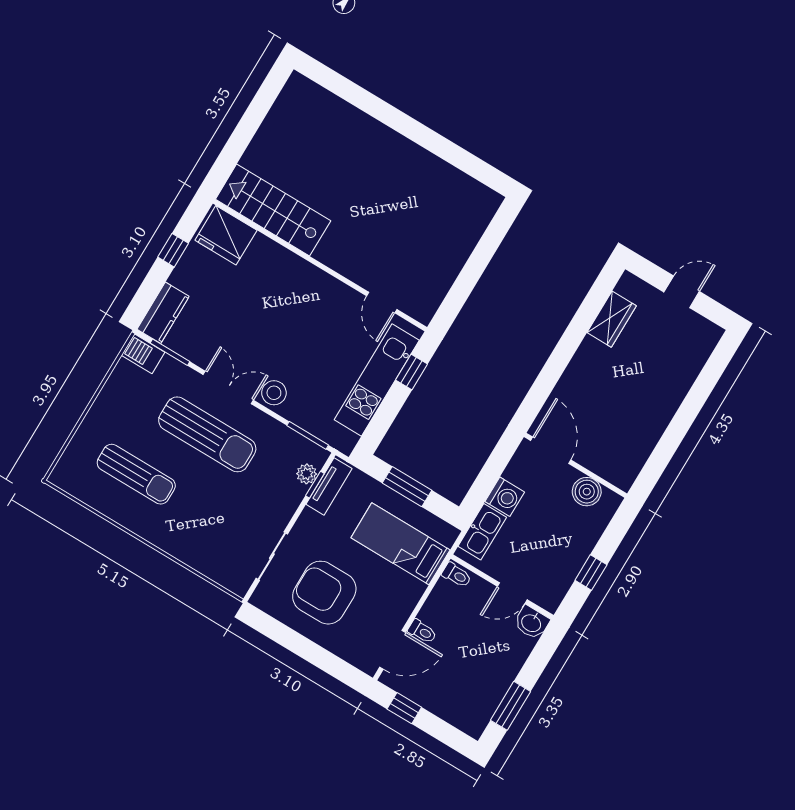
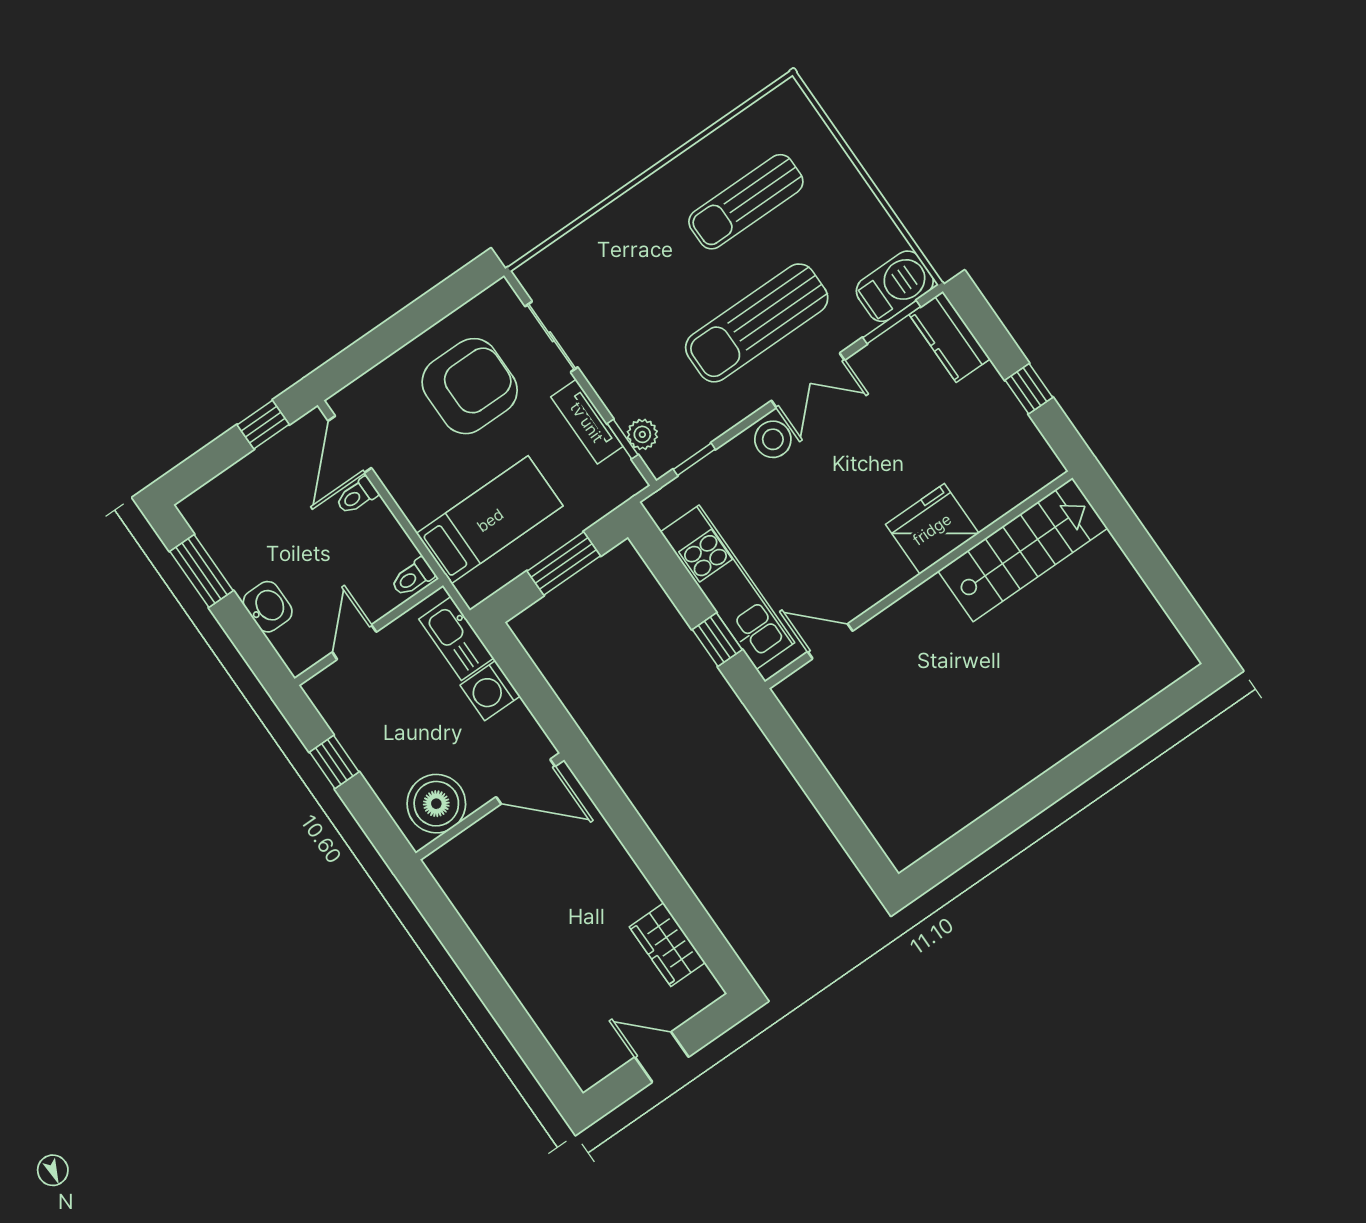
fridge: (226, 235) -> (932, 529), moved
door: (682, 292) -> (662, 1057), swing flipped
barbecue: (143, 354) -> (895, 286), width x1.38, depth x1.27
window: (308, 435) -> (694, 459), width x0.67
tv unit: (329, 486) -> (587, 422), moved
boiler: (587, 492) -> (436, 804), width x1.37, depth x1.37
washbasin: (532, 623) -> (268, 607), moved, turned 90

